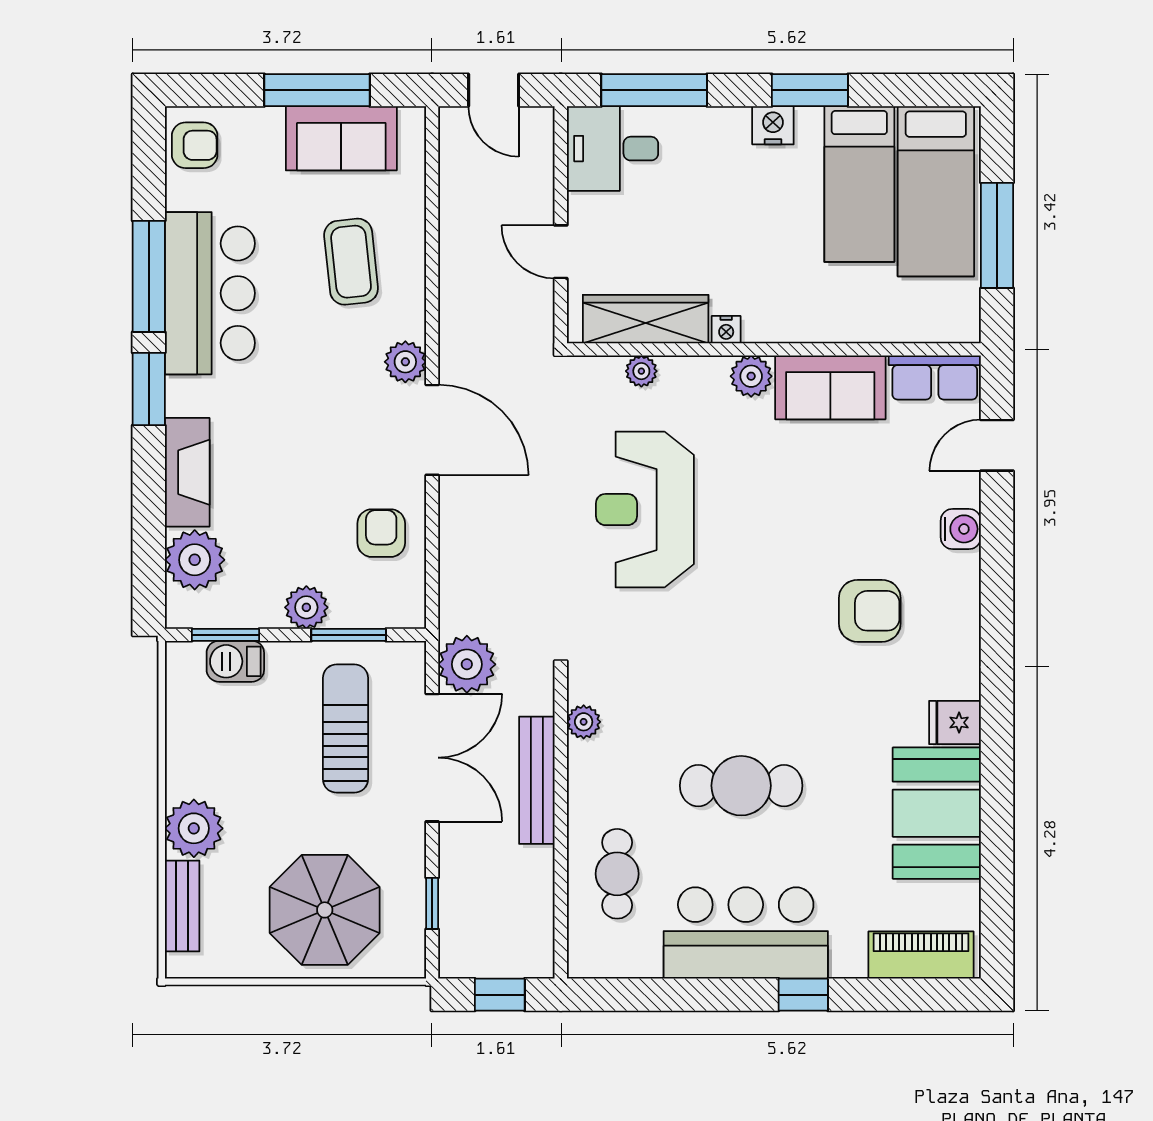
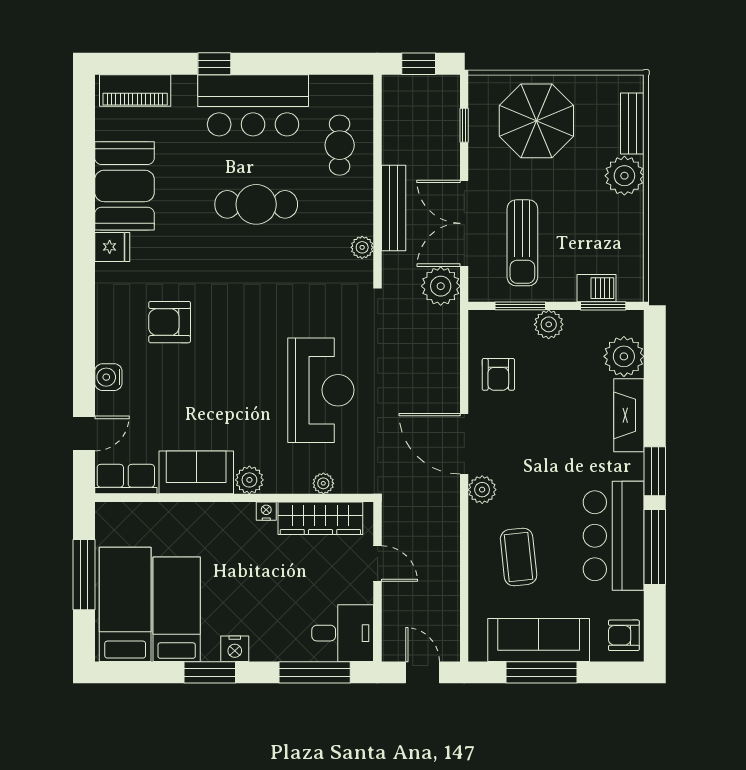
sofa: (341, 138) -> (539, 640), width x1.36

